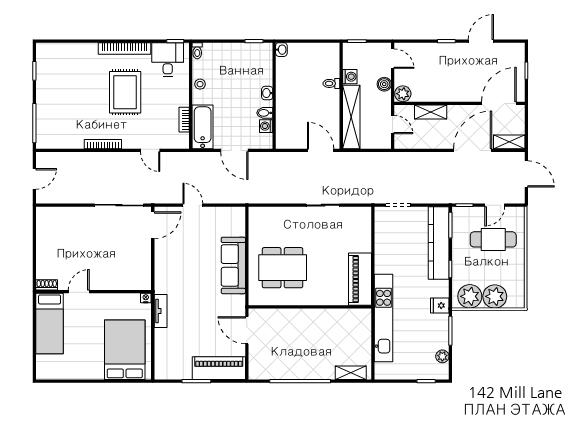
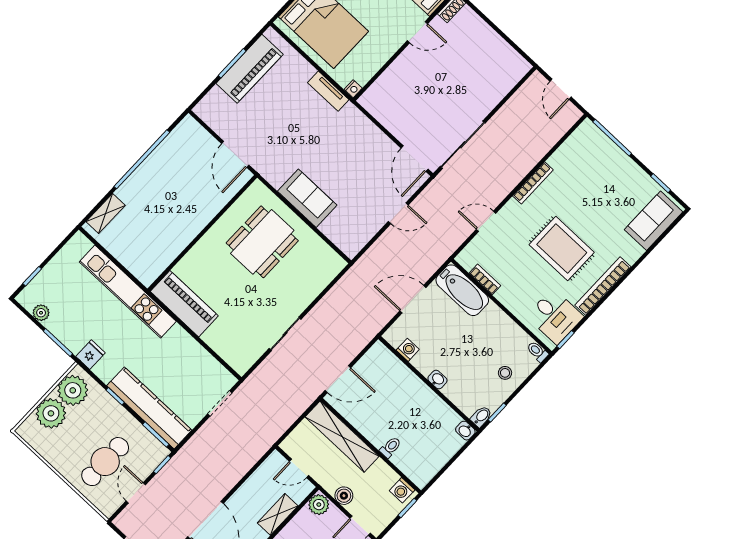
sofa: (60, 55) -> (654, 221), added
washing machine: (350, 77) -> (402, 490), moved
stool: (200, 84) -> (505, 373), moved
bidet: (265, 113) -> (481, 416), moved
sofa: (233, 265) -> (307, 198), width x0.73
door: (79, 292) -> (417, 32), hinge flipped
door: (247, 330) -> (235, 154), swing flipped
piano: (219, 368) -> (250, 69), moved

